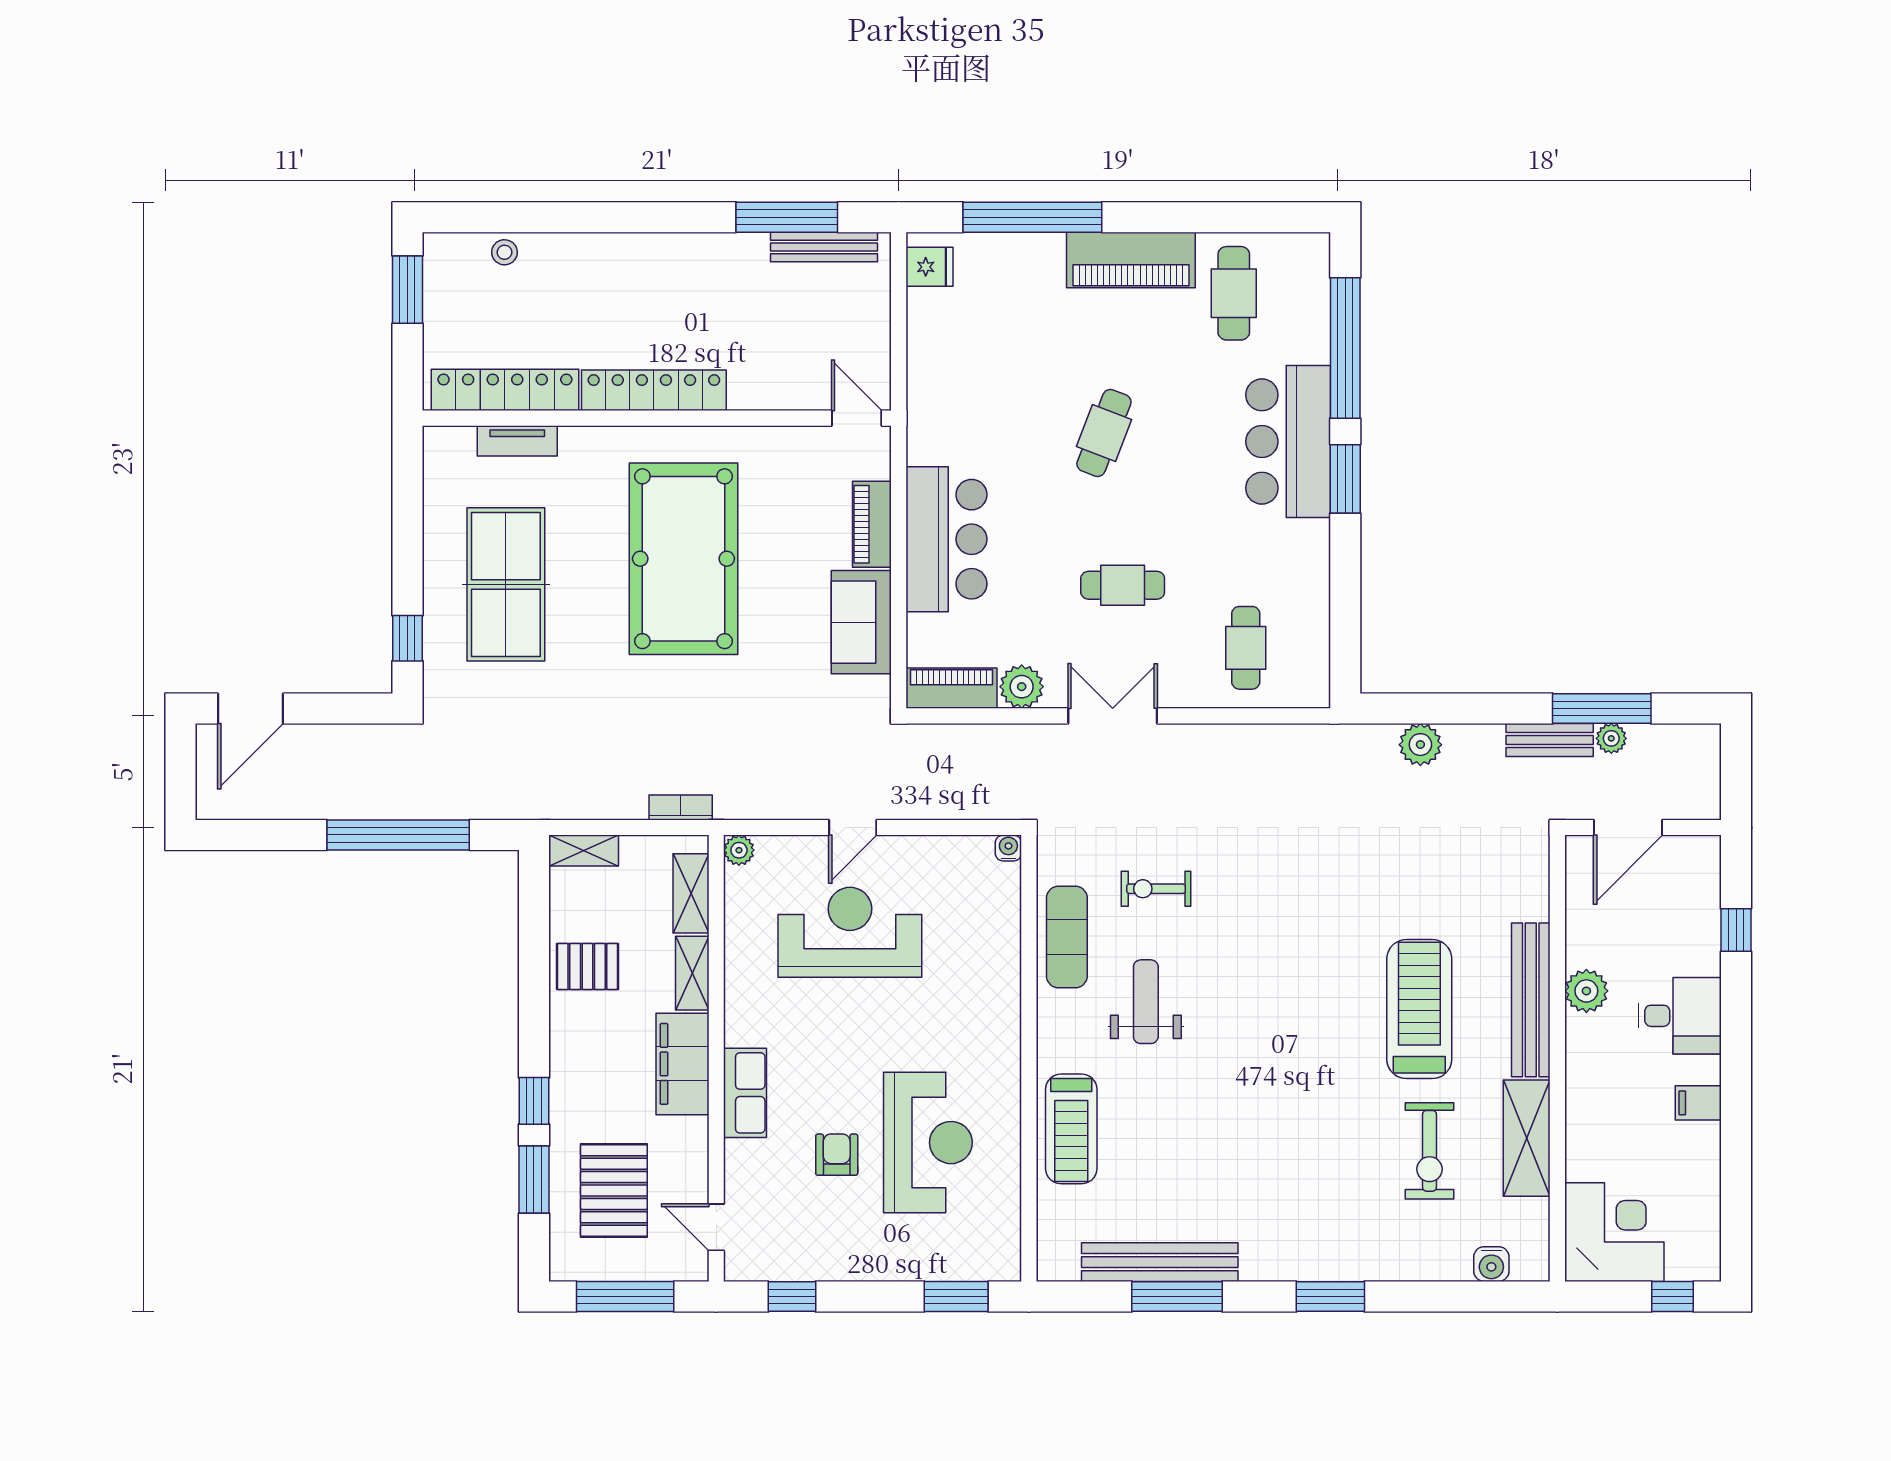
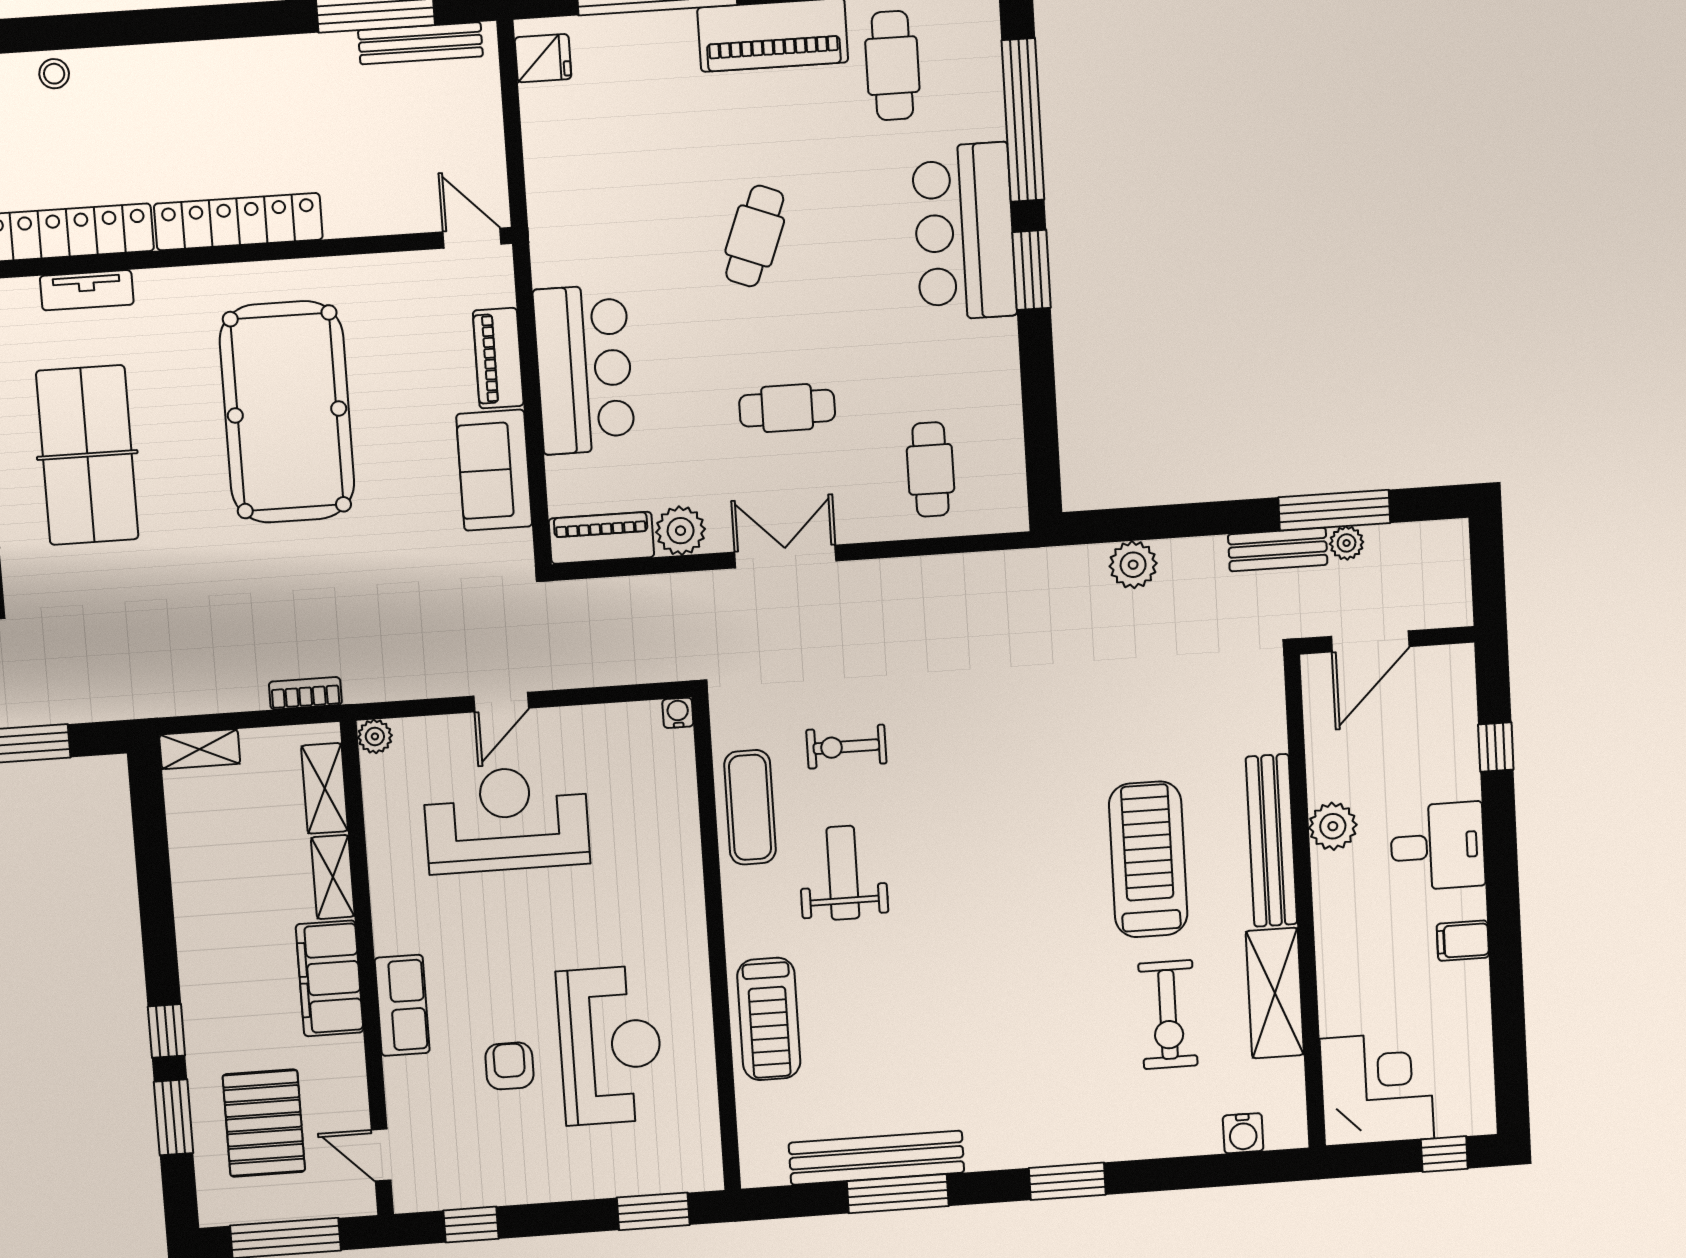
pallet: (587, 967) -> (214, 878), removed

